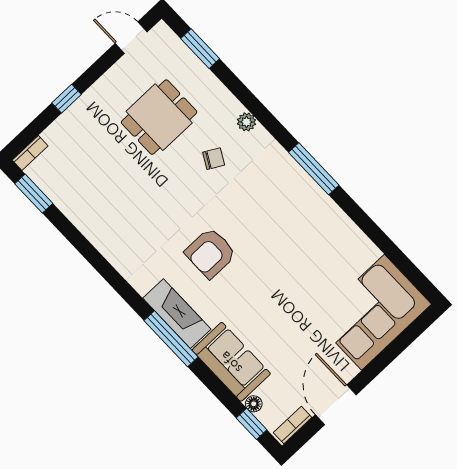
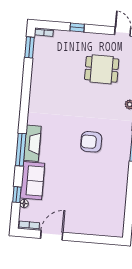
chair: (214, 159) -> (104, 104), removed
armchair: (210, 253) -> (91, 142), moved
corner sofa: (373, 312) -> (100, 218), removed
window: (252, 424) -> (17, 195), moved

